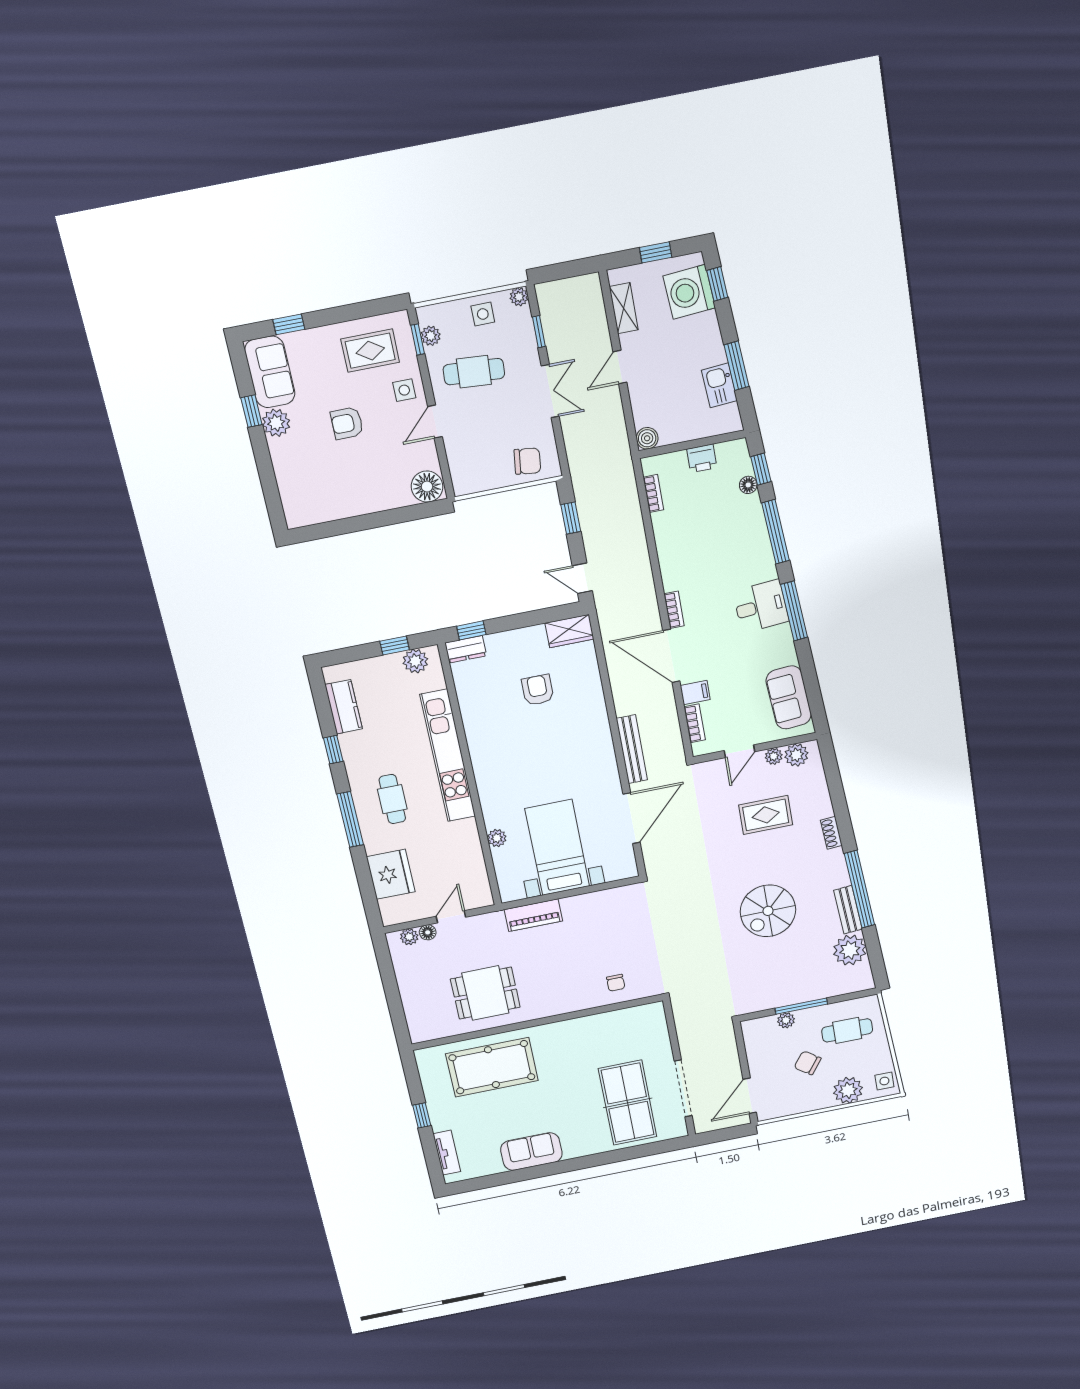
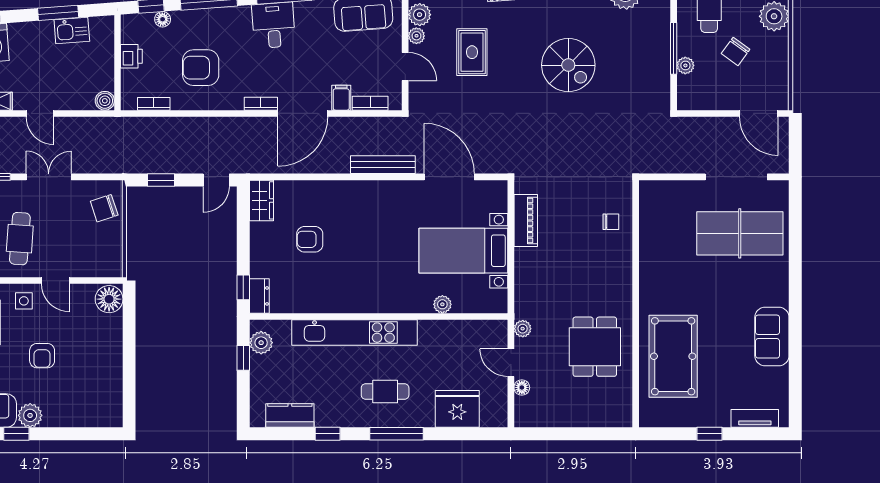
chair: (527, 461) -> (104, 208), turned -115
armchair: (702, 537) -> (201, 68), added
piano: (533, 915) -> (526, 221), moved
plant: (409, 937) -> (523, 329), moved

